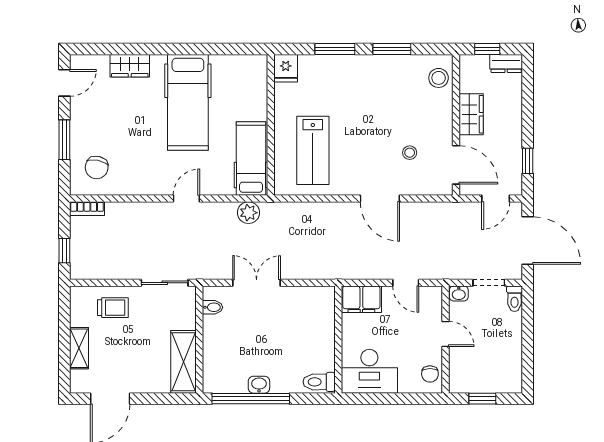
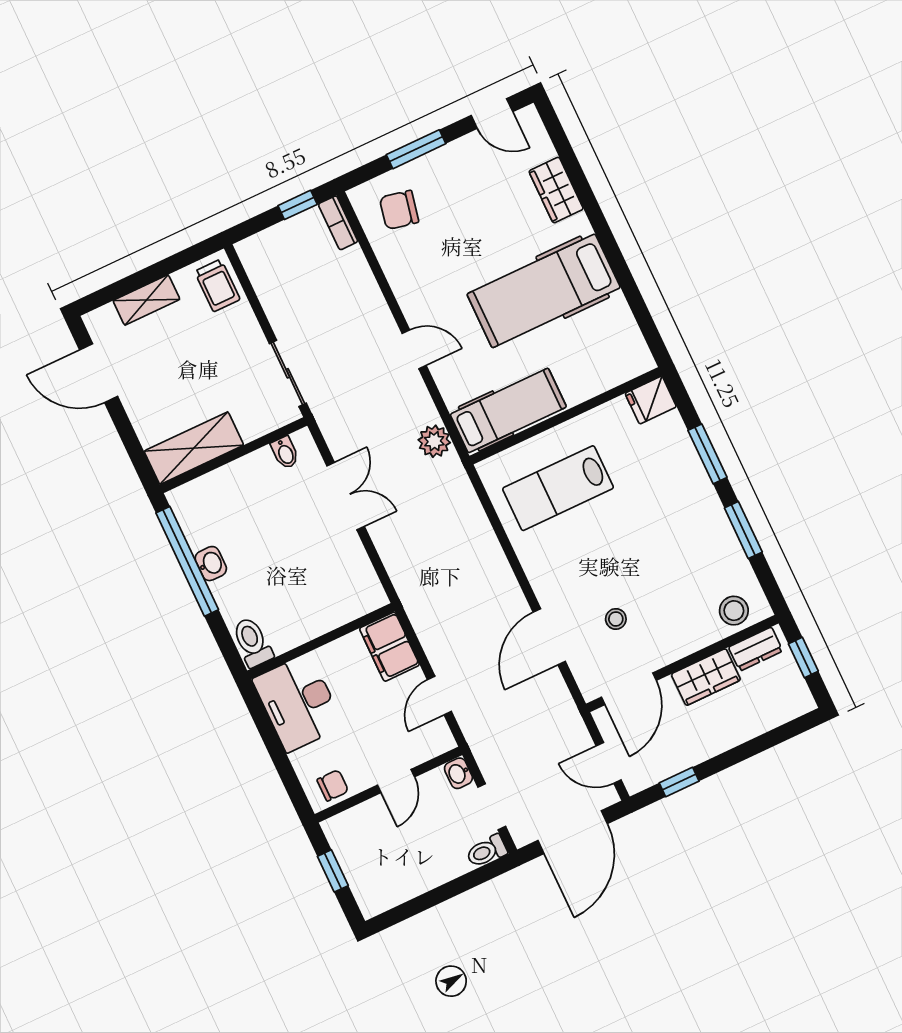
dresser: (506, 63) -> (756, 649), moved, turned -90
door: (380, 198) -> (549, 637), moved
window: (64, 251) -> (298, 205), moved
trolley: (113, 308) -> (217, 285), moved
chair: (430, 374) -> (333, 785), turned 180

